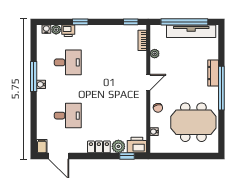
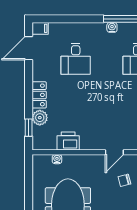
door: (148, 82) -> (114, 152), hinge flipped
chair: (158, 108) -> (124, 180), moved
printer: (137, 145) -> (68, 141), moved, turned -90

